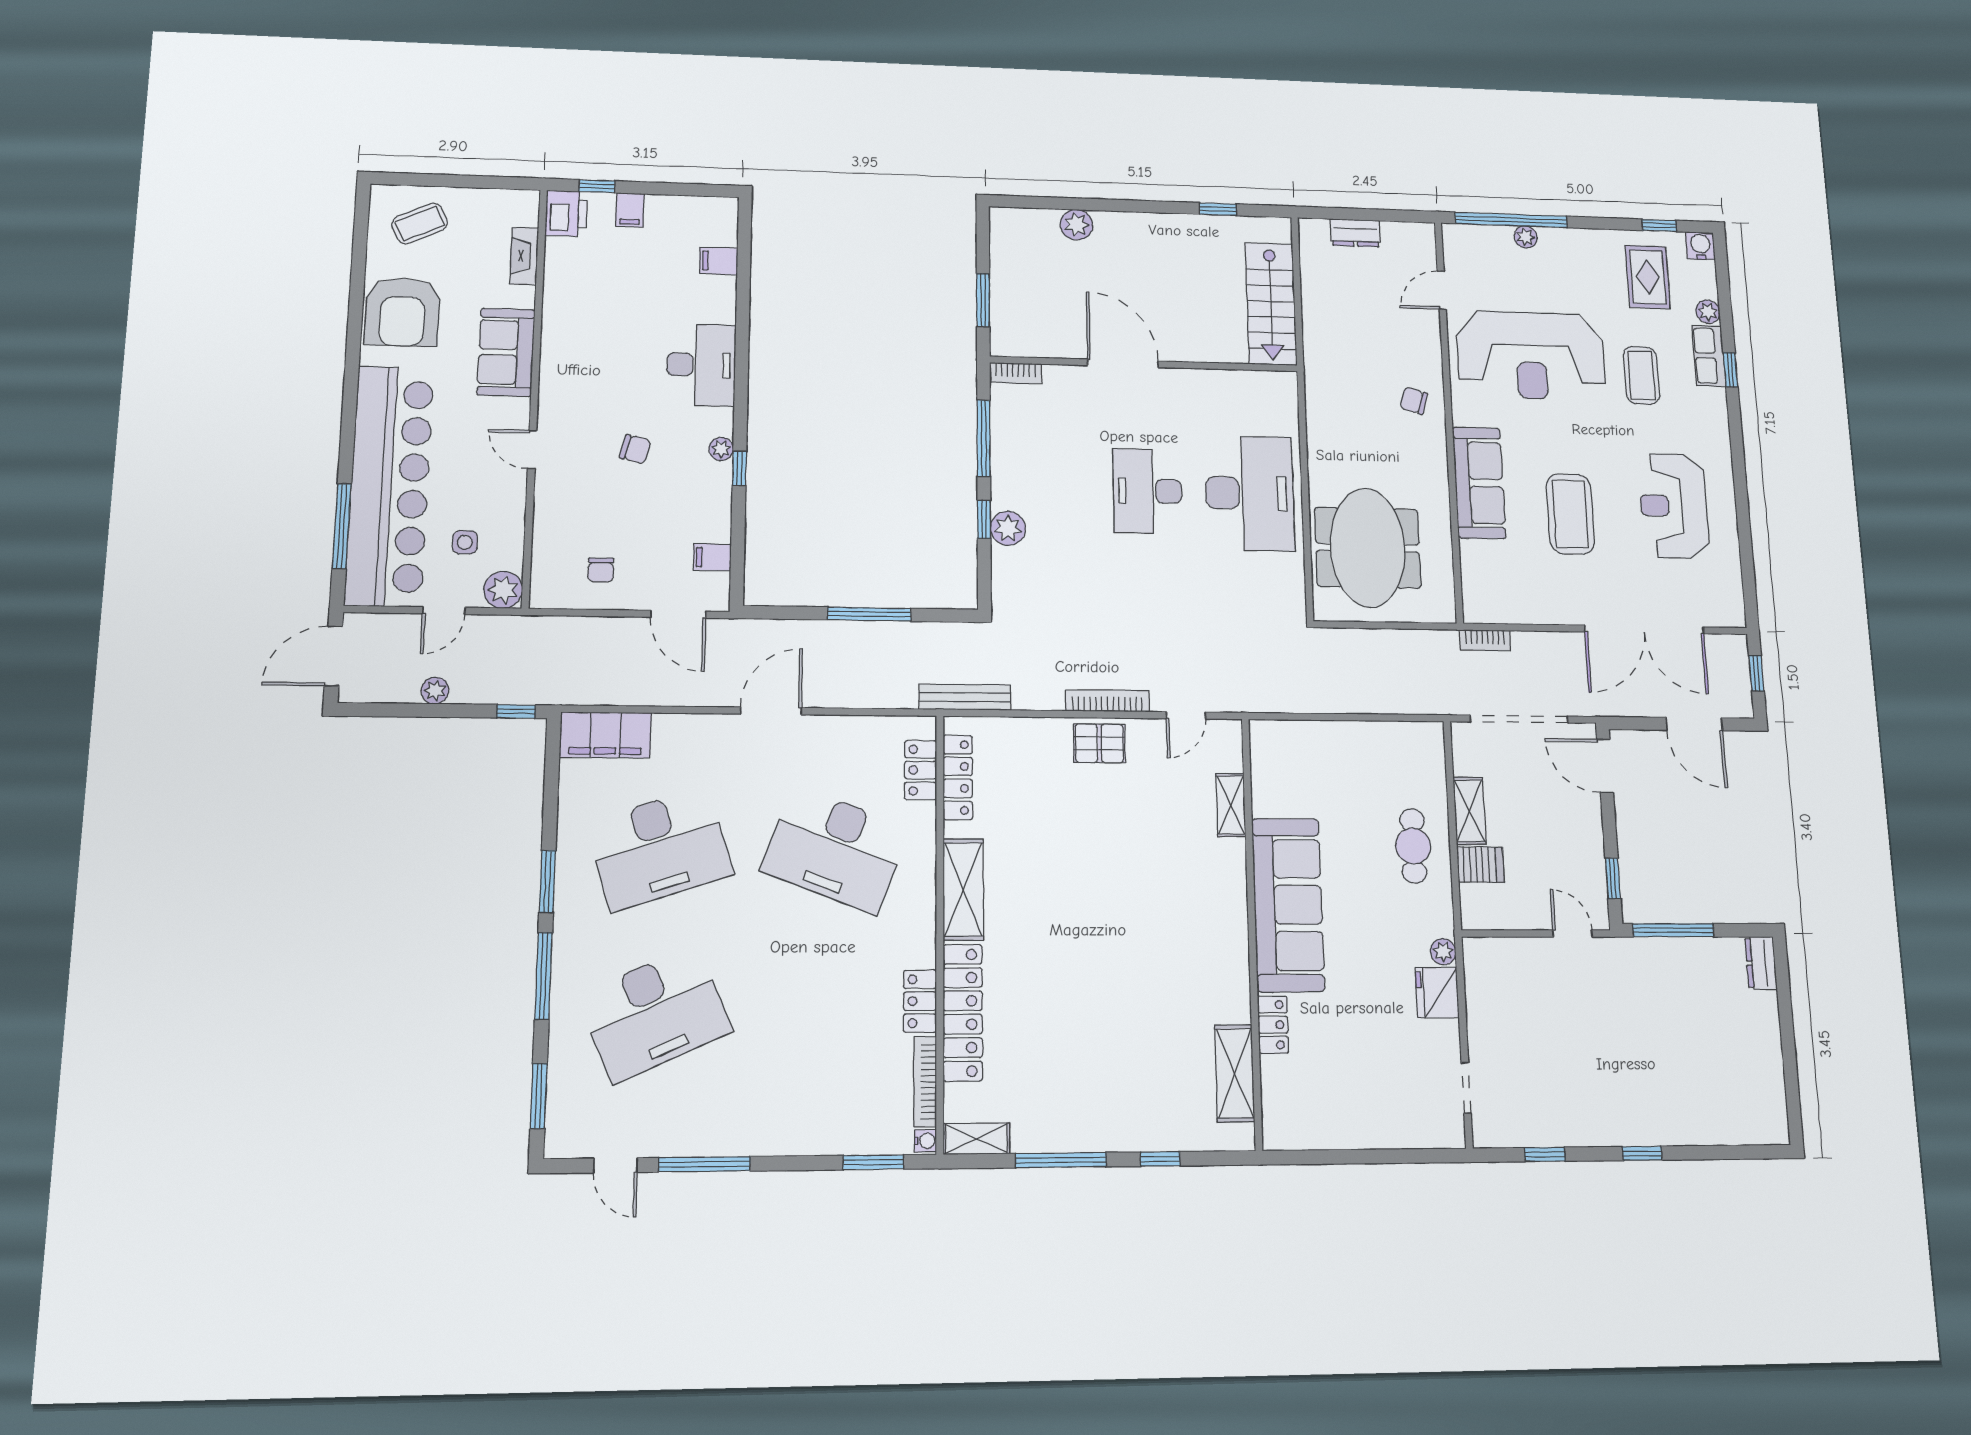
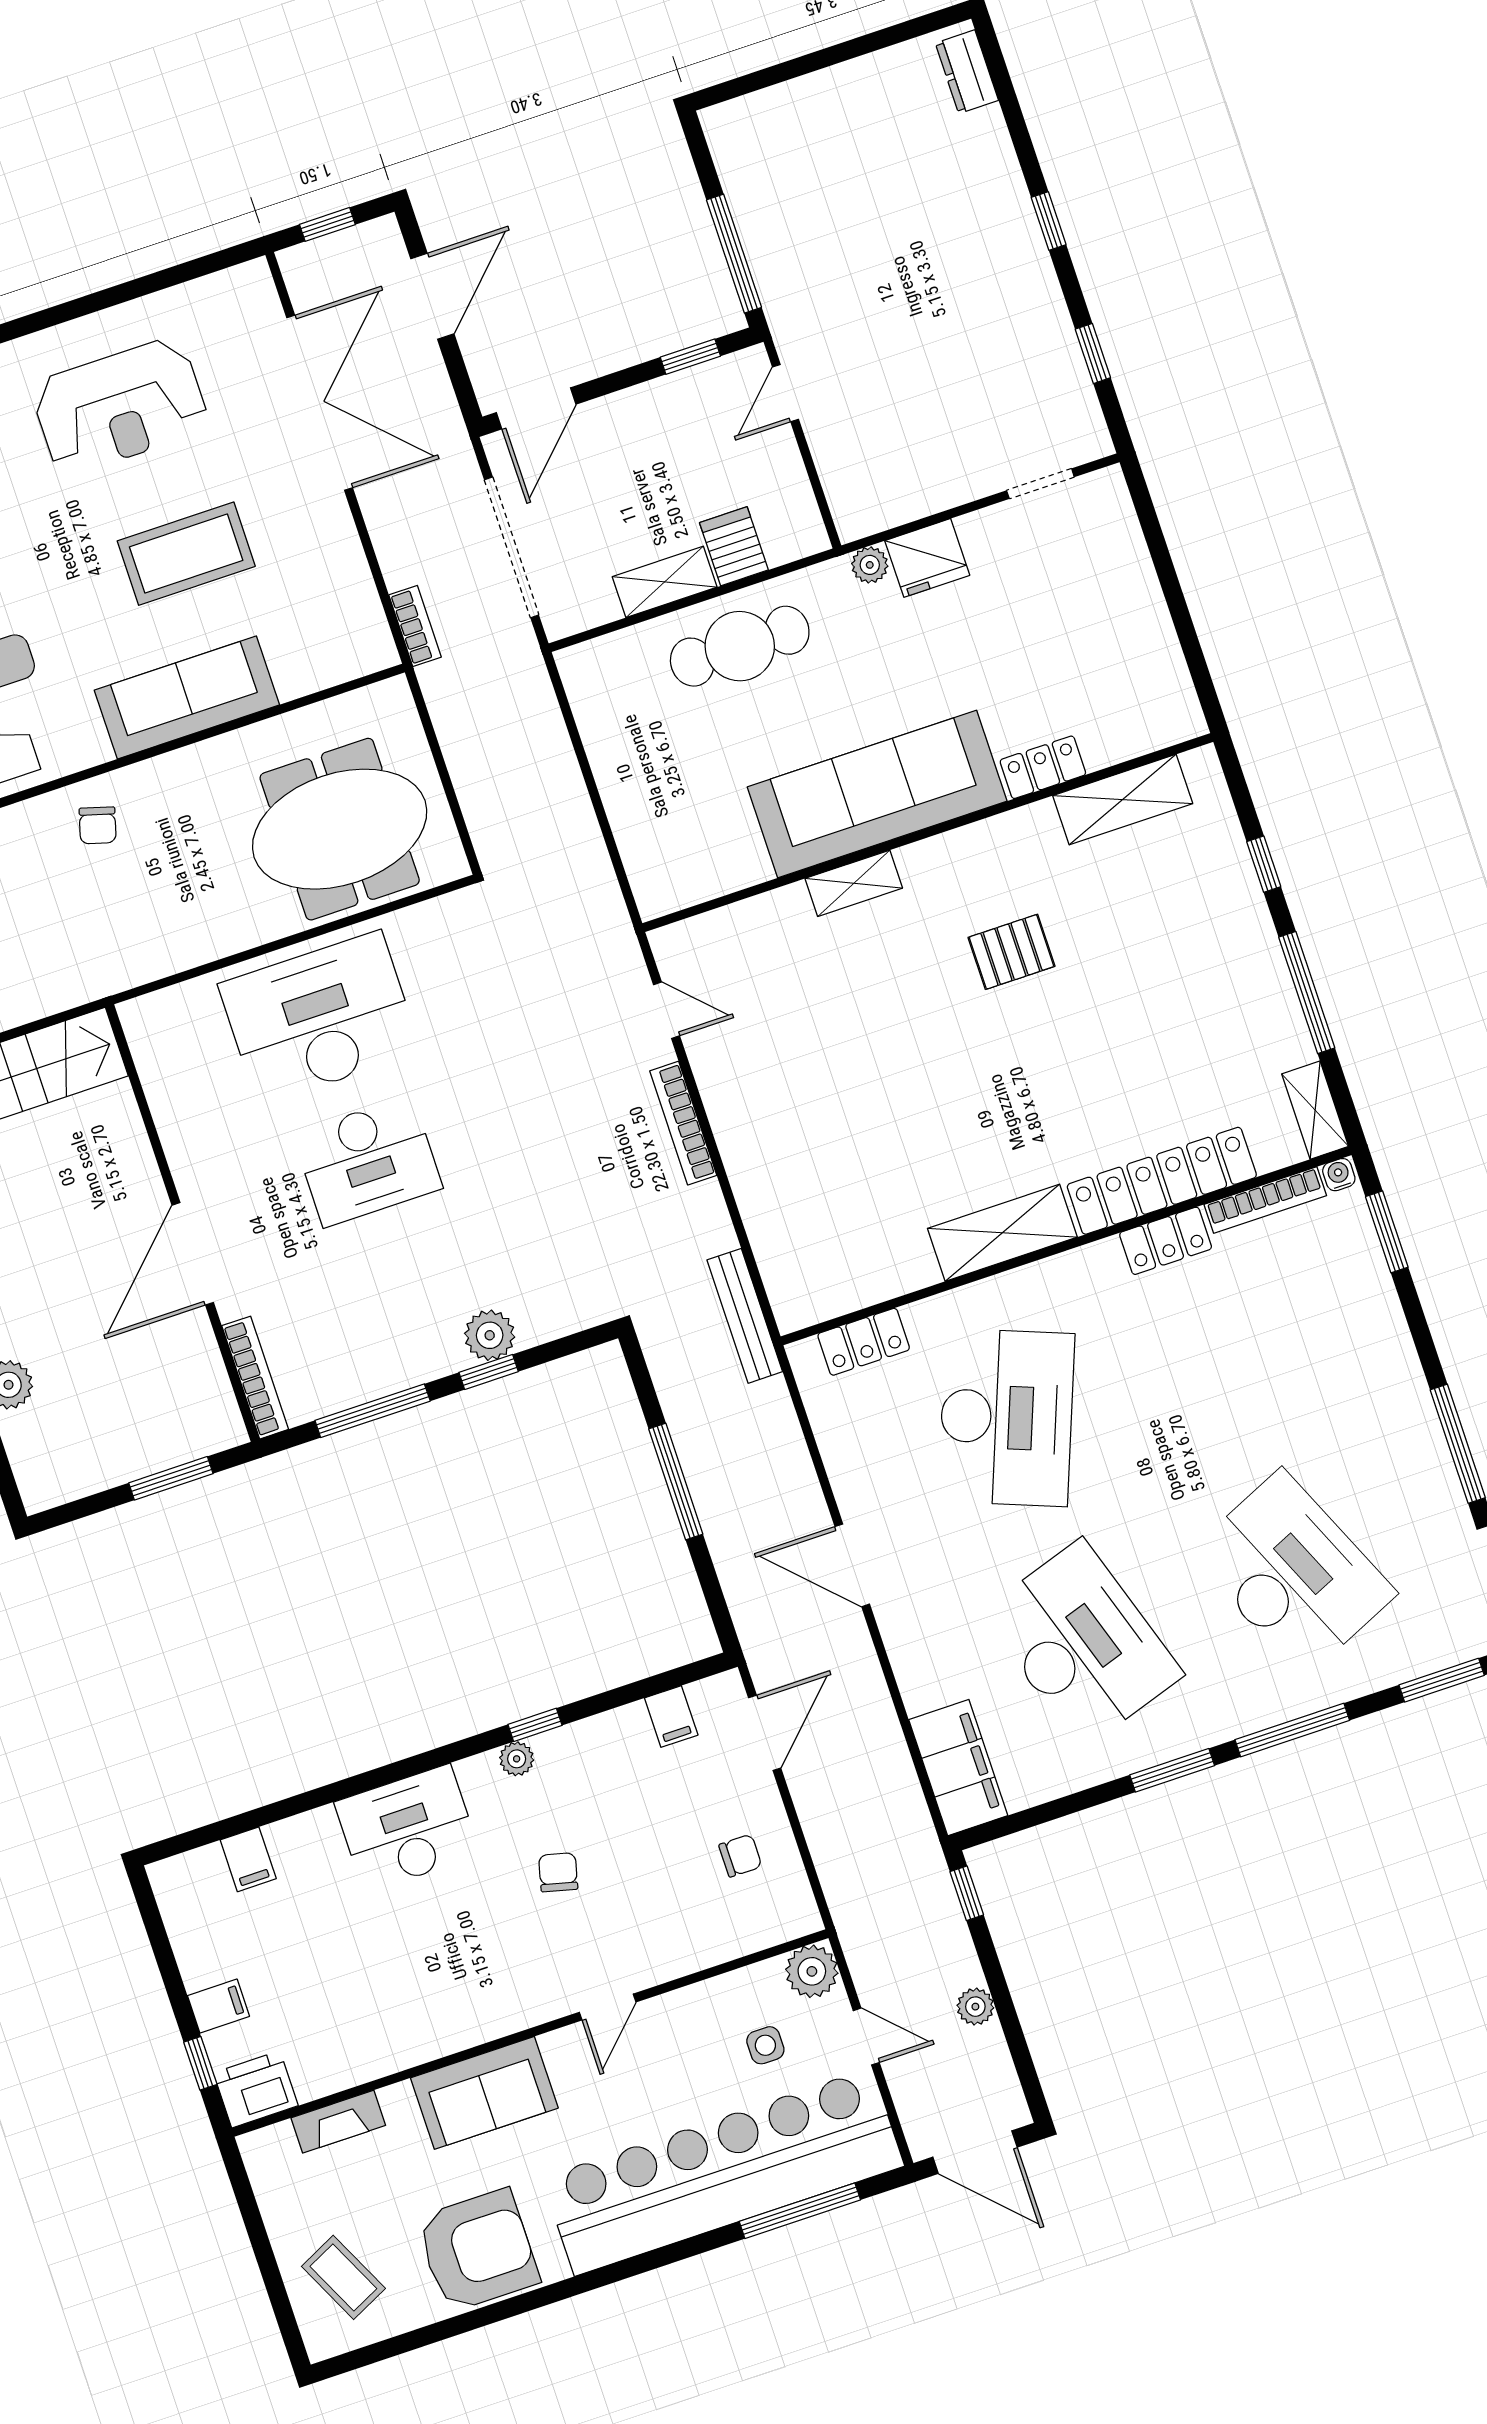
bookcase: (1016, 373) -> (255, 1378), width x1.56
pallet: (1099, 743) -> (1011, 952), moved, turned 90
locker: (958, 777) -> (857, 1289), removed
shelving: (1231, 805) -> (854, 883), moved
cafe table: (1413, 846) -> (740, 646), width x1.37, depth x1.35
dresser: (1761, 963) -> (967, 72), moved, turned 90

